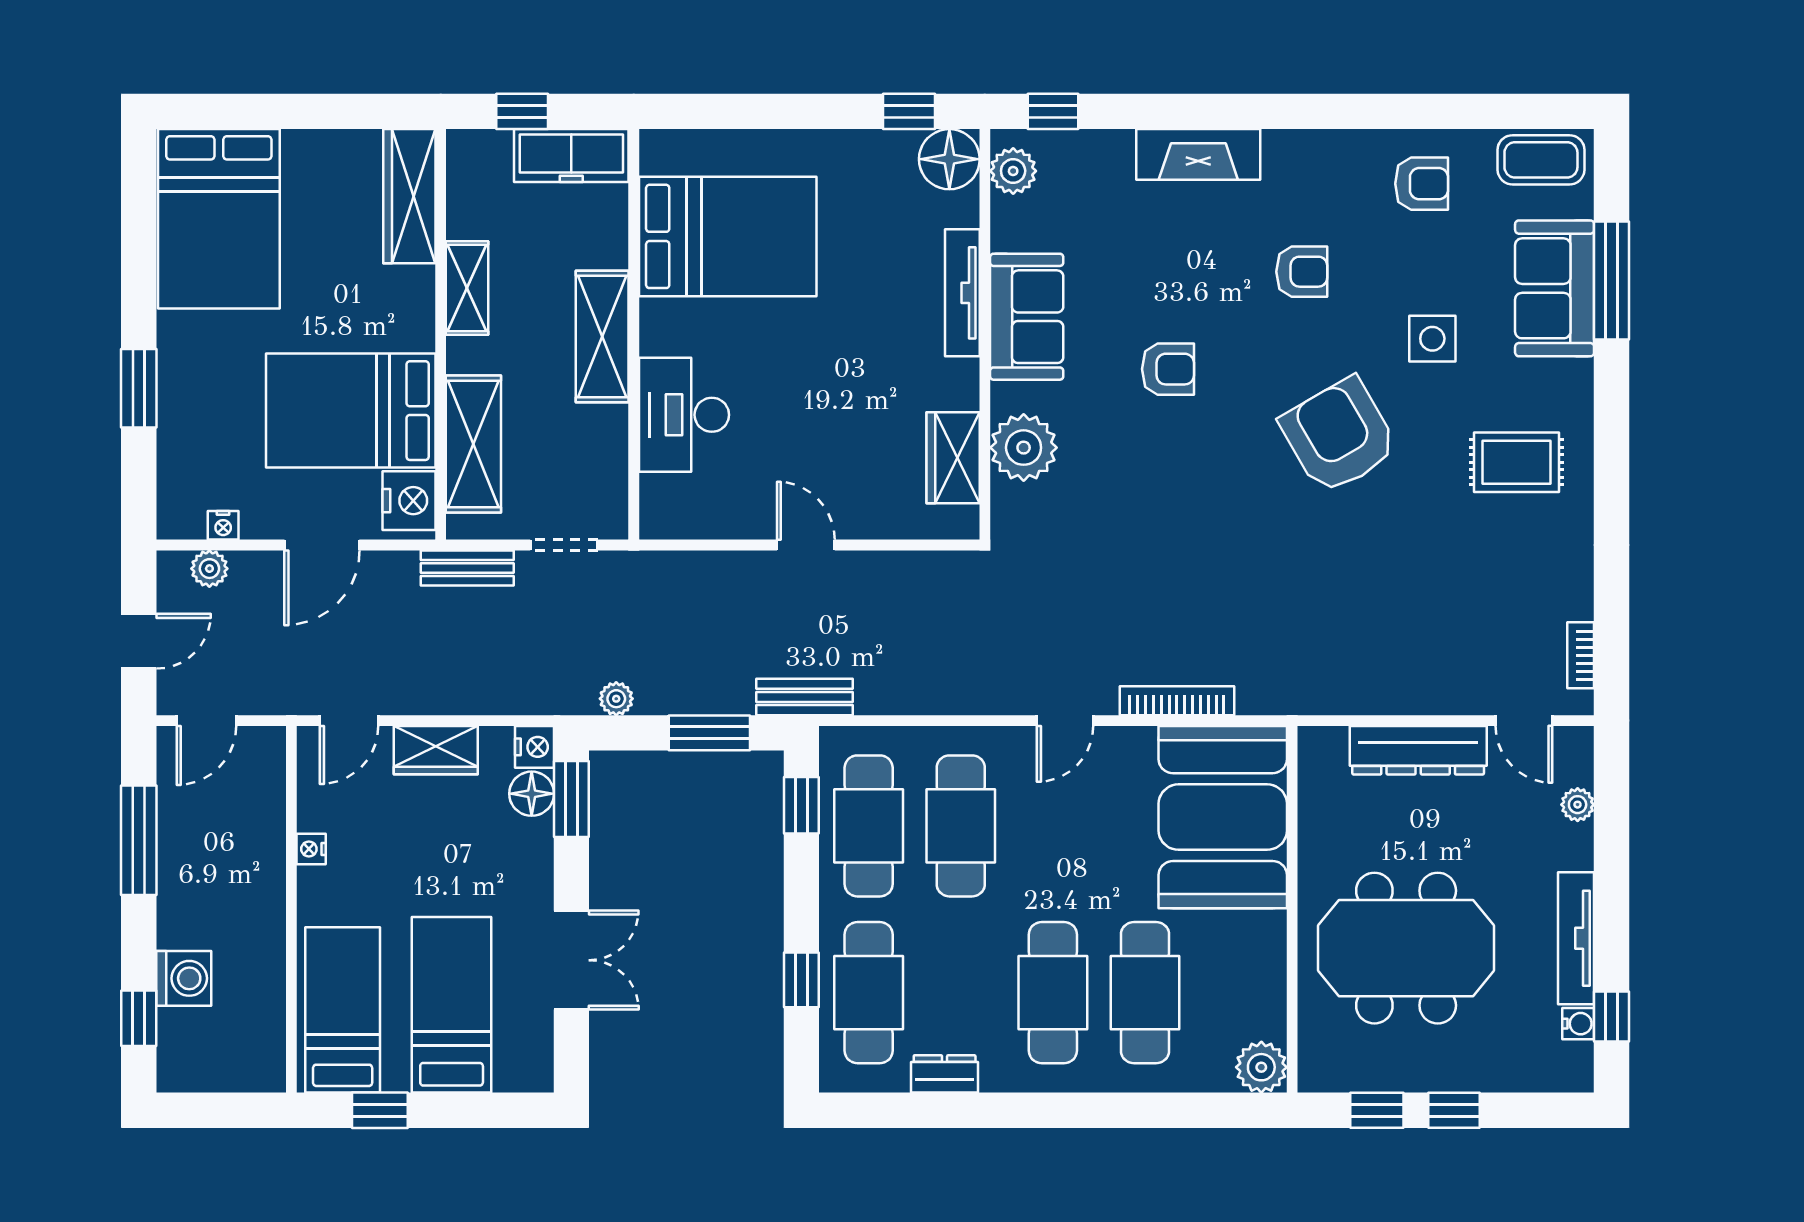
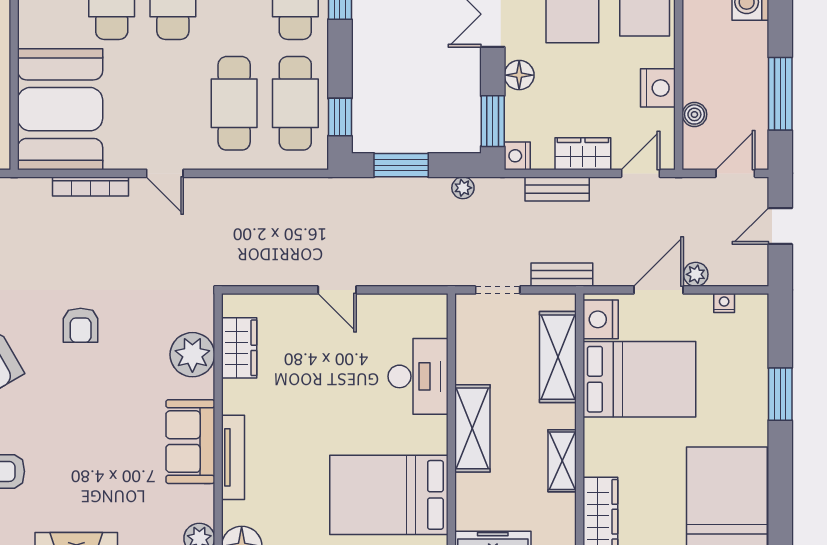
armchair: (1168, 369) -> (81, 325), moved, turned -90
plant: (209, 569) -> (696, 274), moved
bench: (805, 697) -> (557, 189), moved
door: (1065, 721) -> (165, 173), swing flipped
floor lamp: (532, 794) -> (519, 75), moved
boiler: (268, 809) -> (694, 114), added
nightstand: (311, 849) -> (658, 88), width x1.89, depth x1.79

